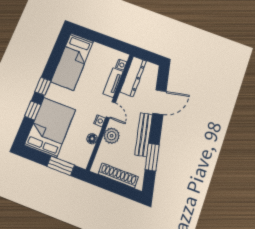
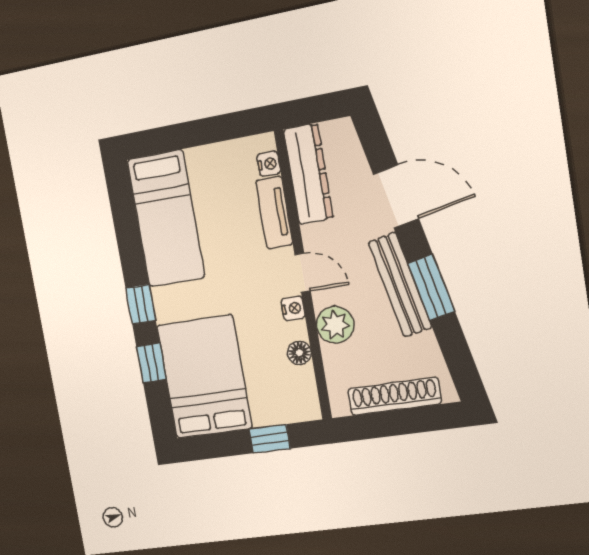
door: (159, 102) -> (396, 196), hinge flipped
window: (152, 157) -> (431, 287), moved
window: (61, 166) -> (270, 439), width x0.67

